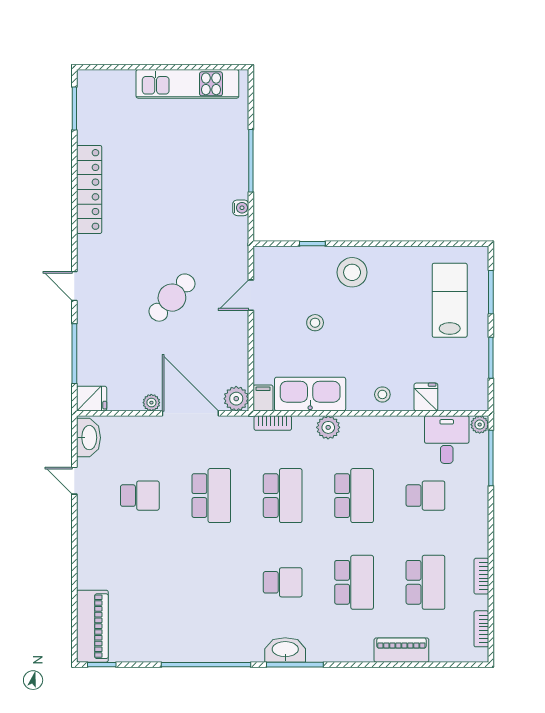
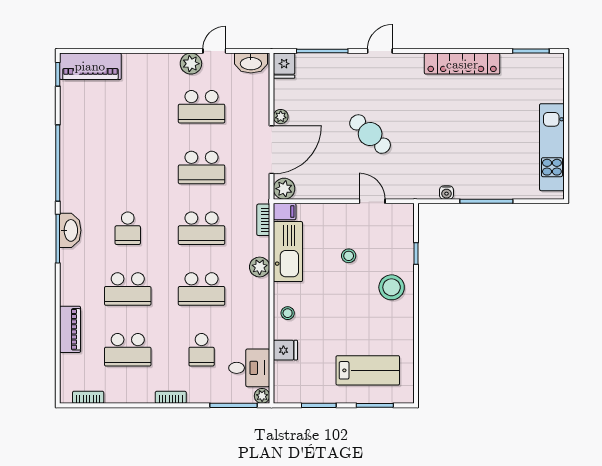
school desk: (140, 496) -> (202, 107), width x1.85
plant: (89, 508) -> (191, 64), added
bookcase: (481, 576) -> (171, 397), moved

